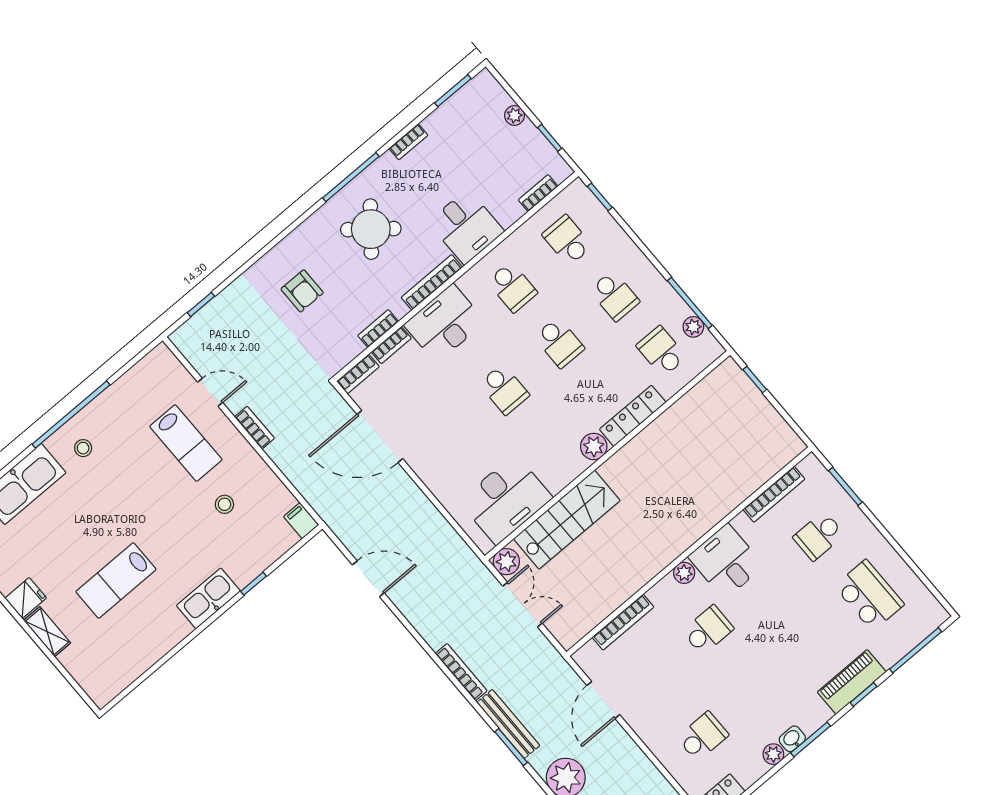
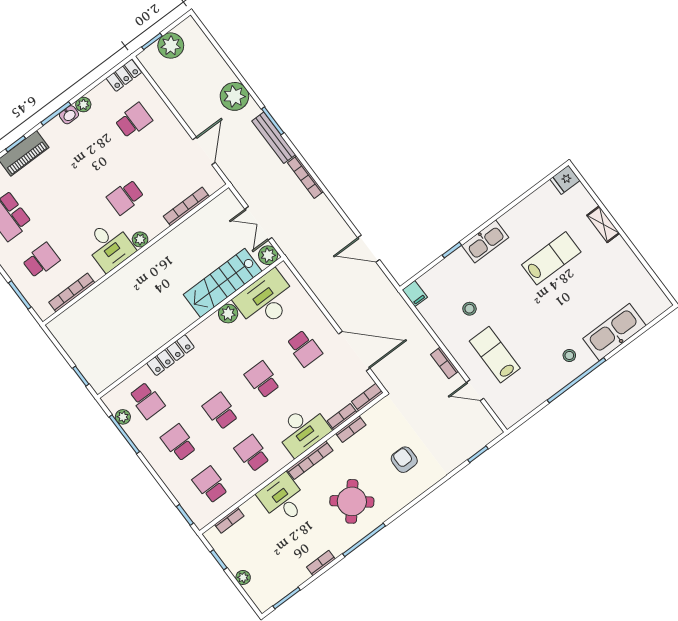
school desk: (567, 240) -> (210, 485), turned 180
school desk: (449, 436) -> (304, 348), added
plant: (594, 446) -> (228, 314), moved
fridge: (26, 598) -> (565, 180), moved
school desk: (703, 736) -> (134, 120), turned 180

